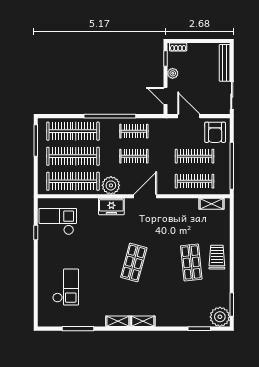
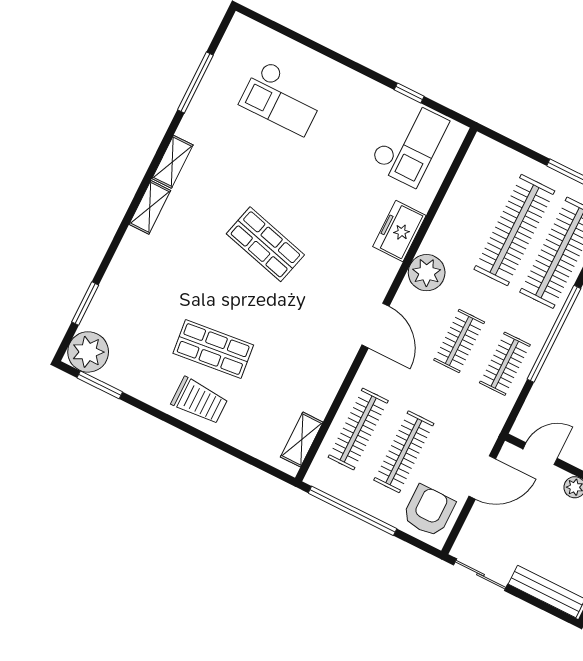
armchair: (215, 132) -> (429, 511), turned 90
clothes rail: (73, 181) -> (469, 207), removed
freezer: (111, 206) -> (399, 231), moved

